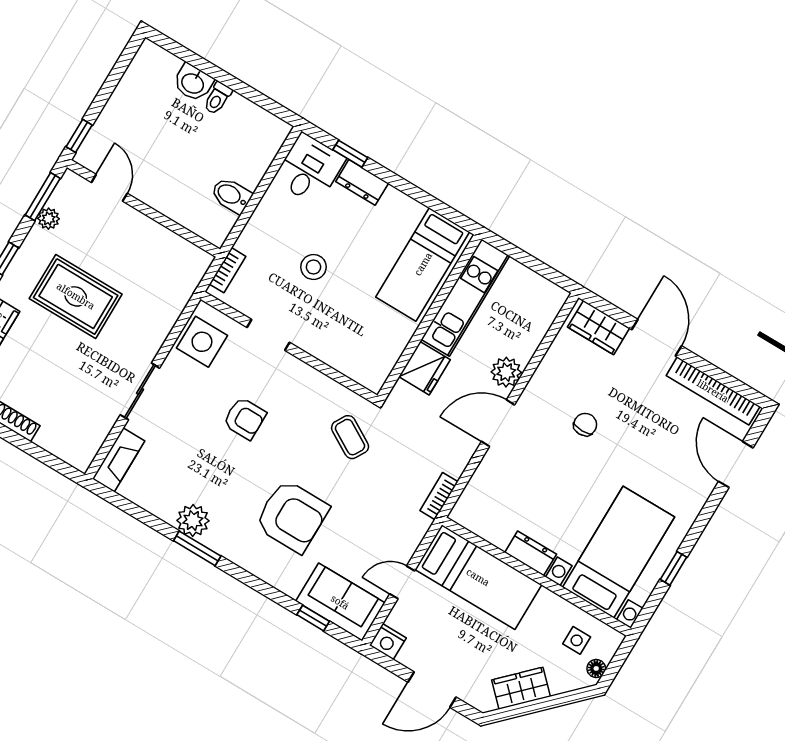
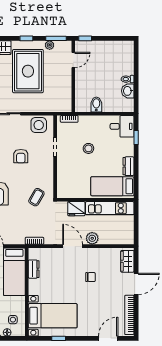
washbasin: (193, 83) -> (128, 91), moved
dresser: (362, 182) -> (128, 166), moved
rug: (76, 296) -> (28, 71), width x1.37, depth x1.44
dresser: (531, 553) -> (34, 269), moved

